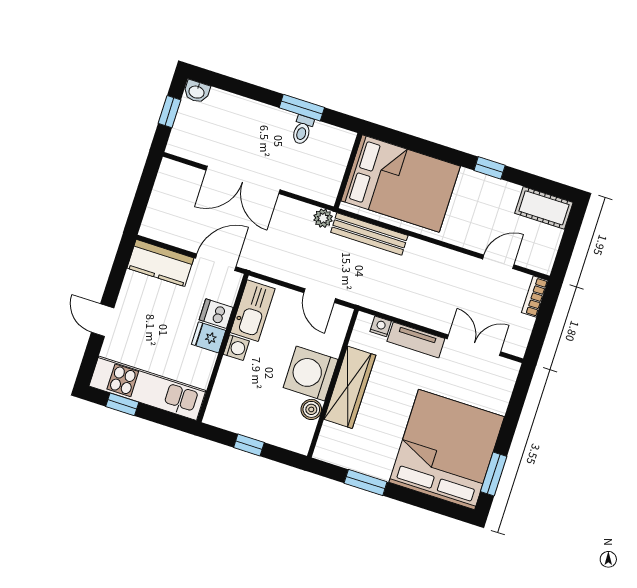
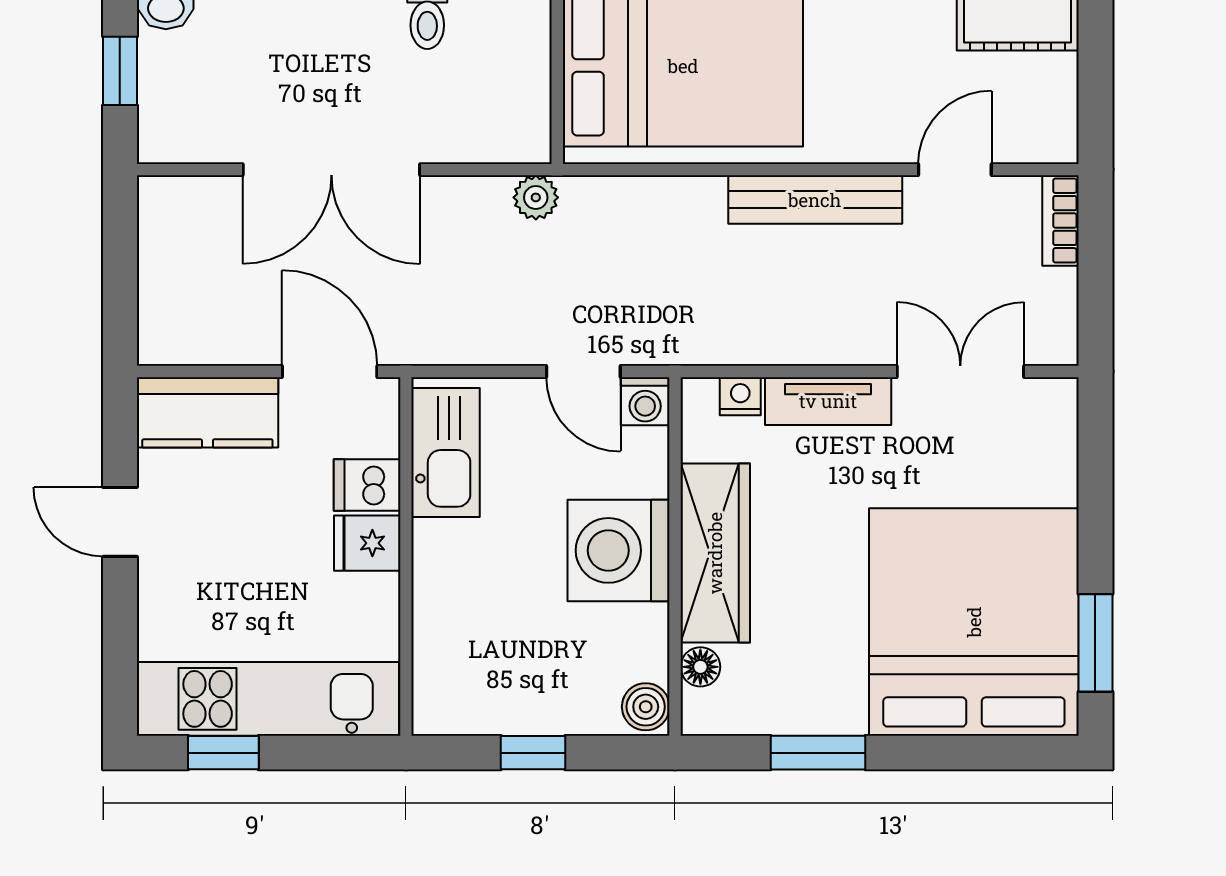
bench: (369, 234) -> (815, 200), moved
door: (216, 262) -> (330, 371), hinge flipped
door: (103, 320) -> (120, 522), moved
washing machine: (236, 348) -> (645, 401), moved, turned 90
boiler: (311, 409) -> (646, 707), moved
floor lamp: (329, 432) -> (700, 667), added

